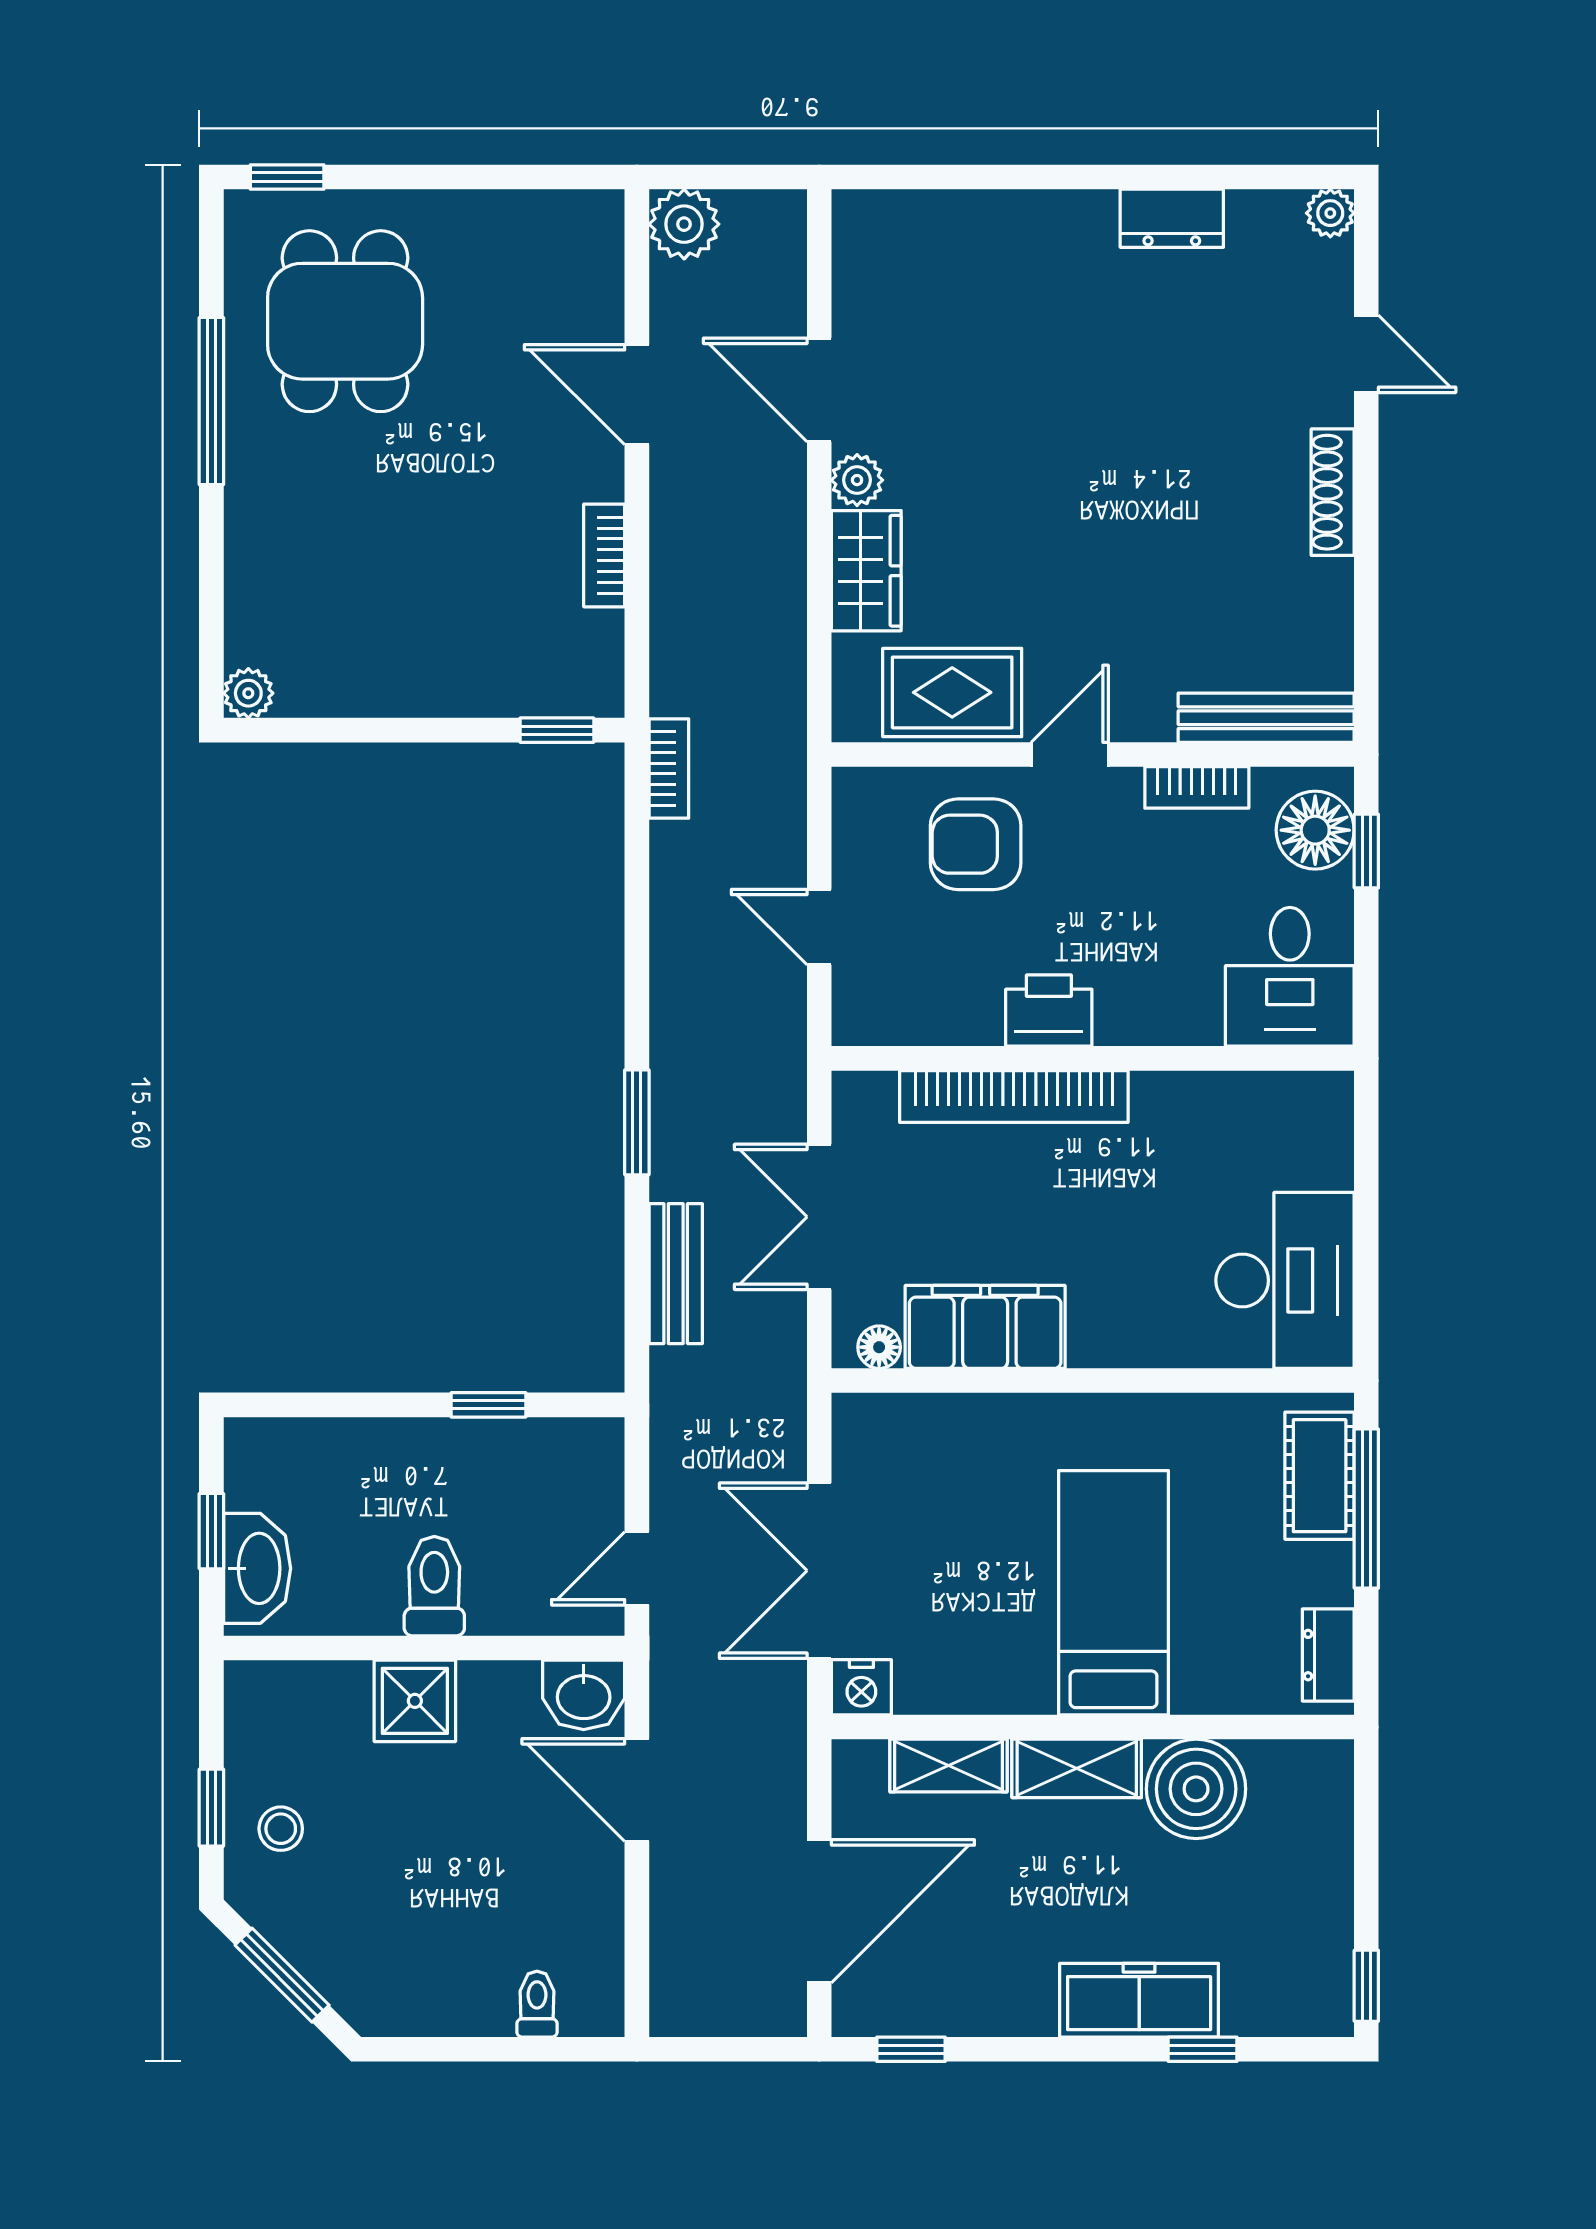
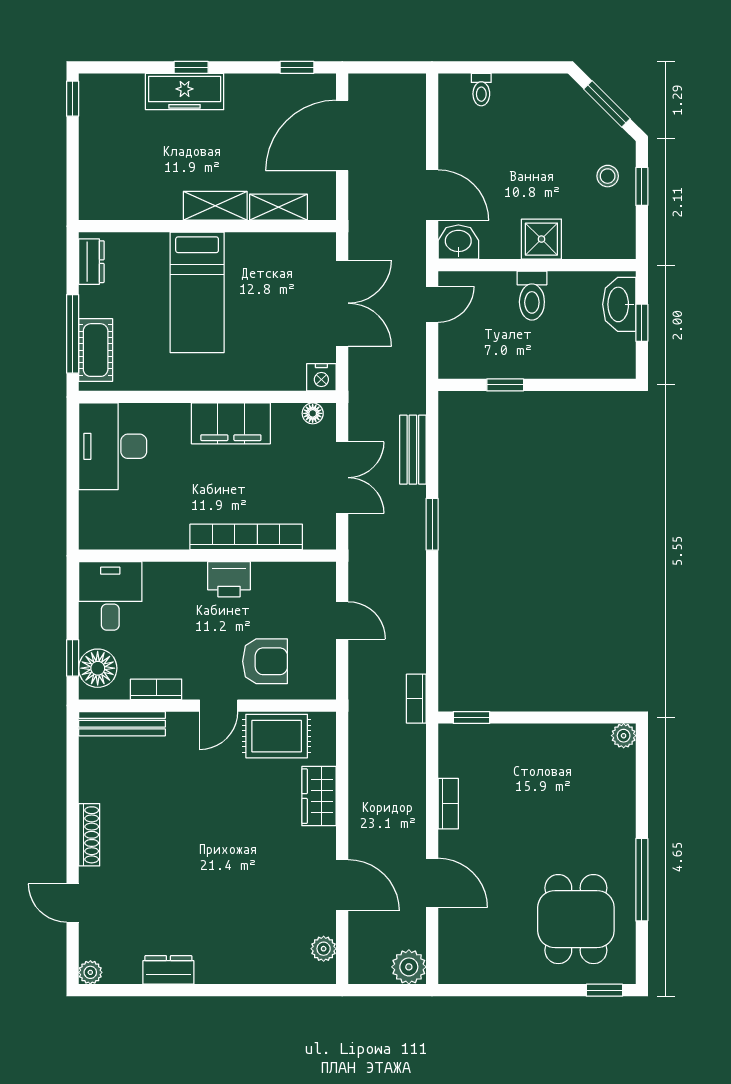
plant: (857, 480) -> (324, 949), moved
filing cabinet: (985, 1327) -> (231, 423), moved
nightstand: (861, 1687) -> (321, 377), moved, turned 180
boiler: (1196, 1789) -> (156, 196), removed
window: (1203, 2049) -> (191, 67), moved

